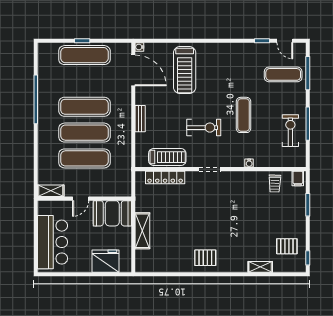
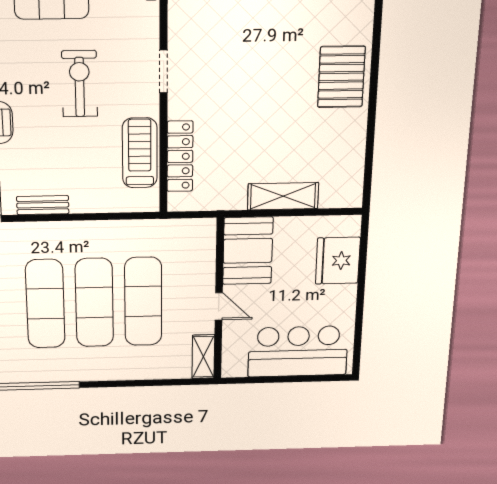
bench: (140, 119) -> (43, 205), moved
pallet: (205, 258) -> (341, 77), width x1.50, depth x1.42

